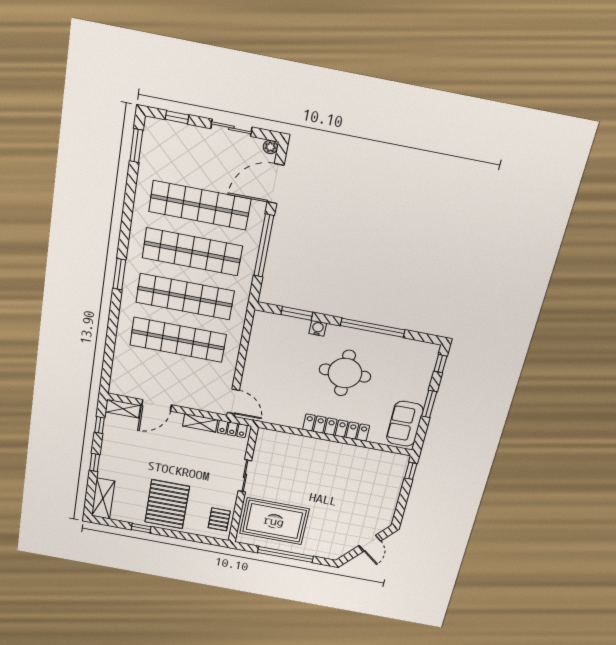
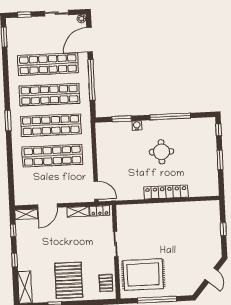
round table: (345, 373) -> (161, 152), width x0.73, depth x0.73
sofa: (405, 424) -> (209, 178), removed
window: (411, 471) -> (223, 229), moved

